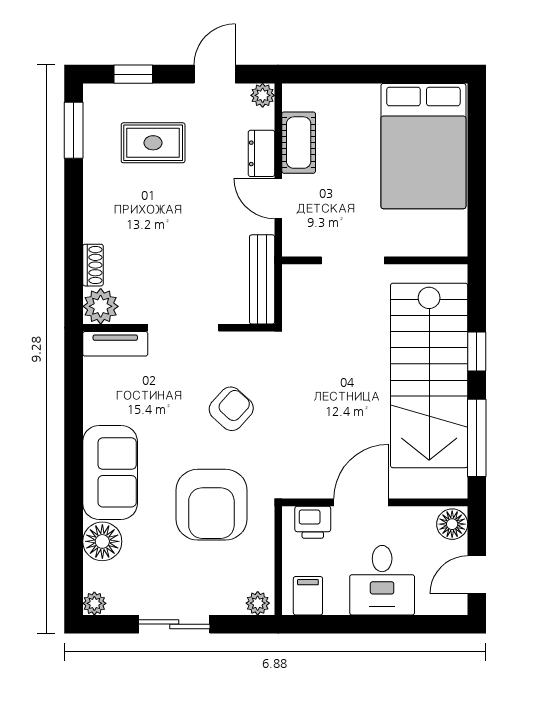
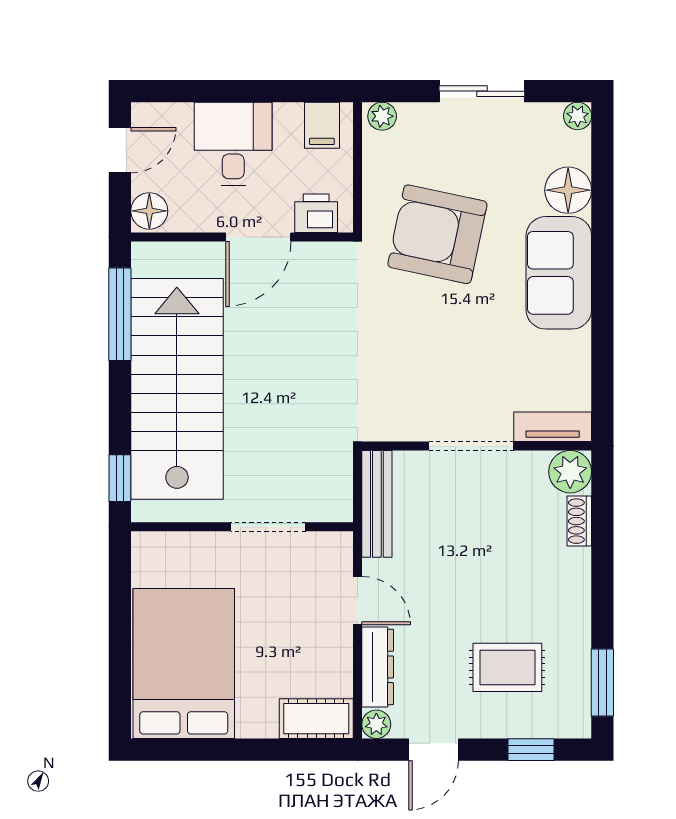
cot: (299, 143) -> (316, 719), moved, turned 90
dresser: (261, 153) -> (378, 667), width x1.44
window: (477, 351) -> (120, 478), moved
armchair: (231, 409) -> (414, 349), removed
armchair: (211, 505) -> (437, 234), turned -78

